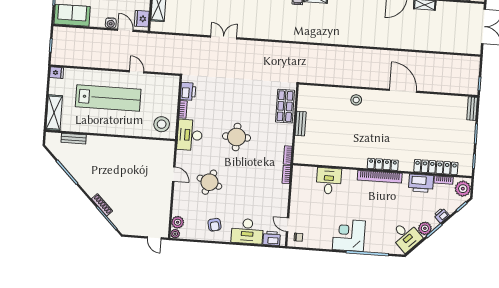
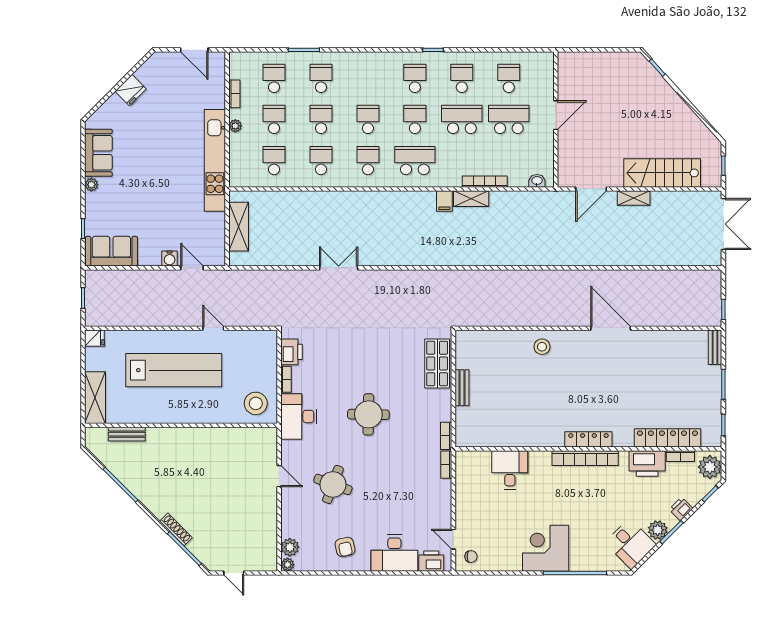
fridge: (142, 19) -> (215, 249), removed
door: (154, 238) -> (234, 573), moved

